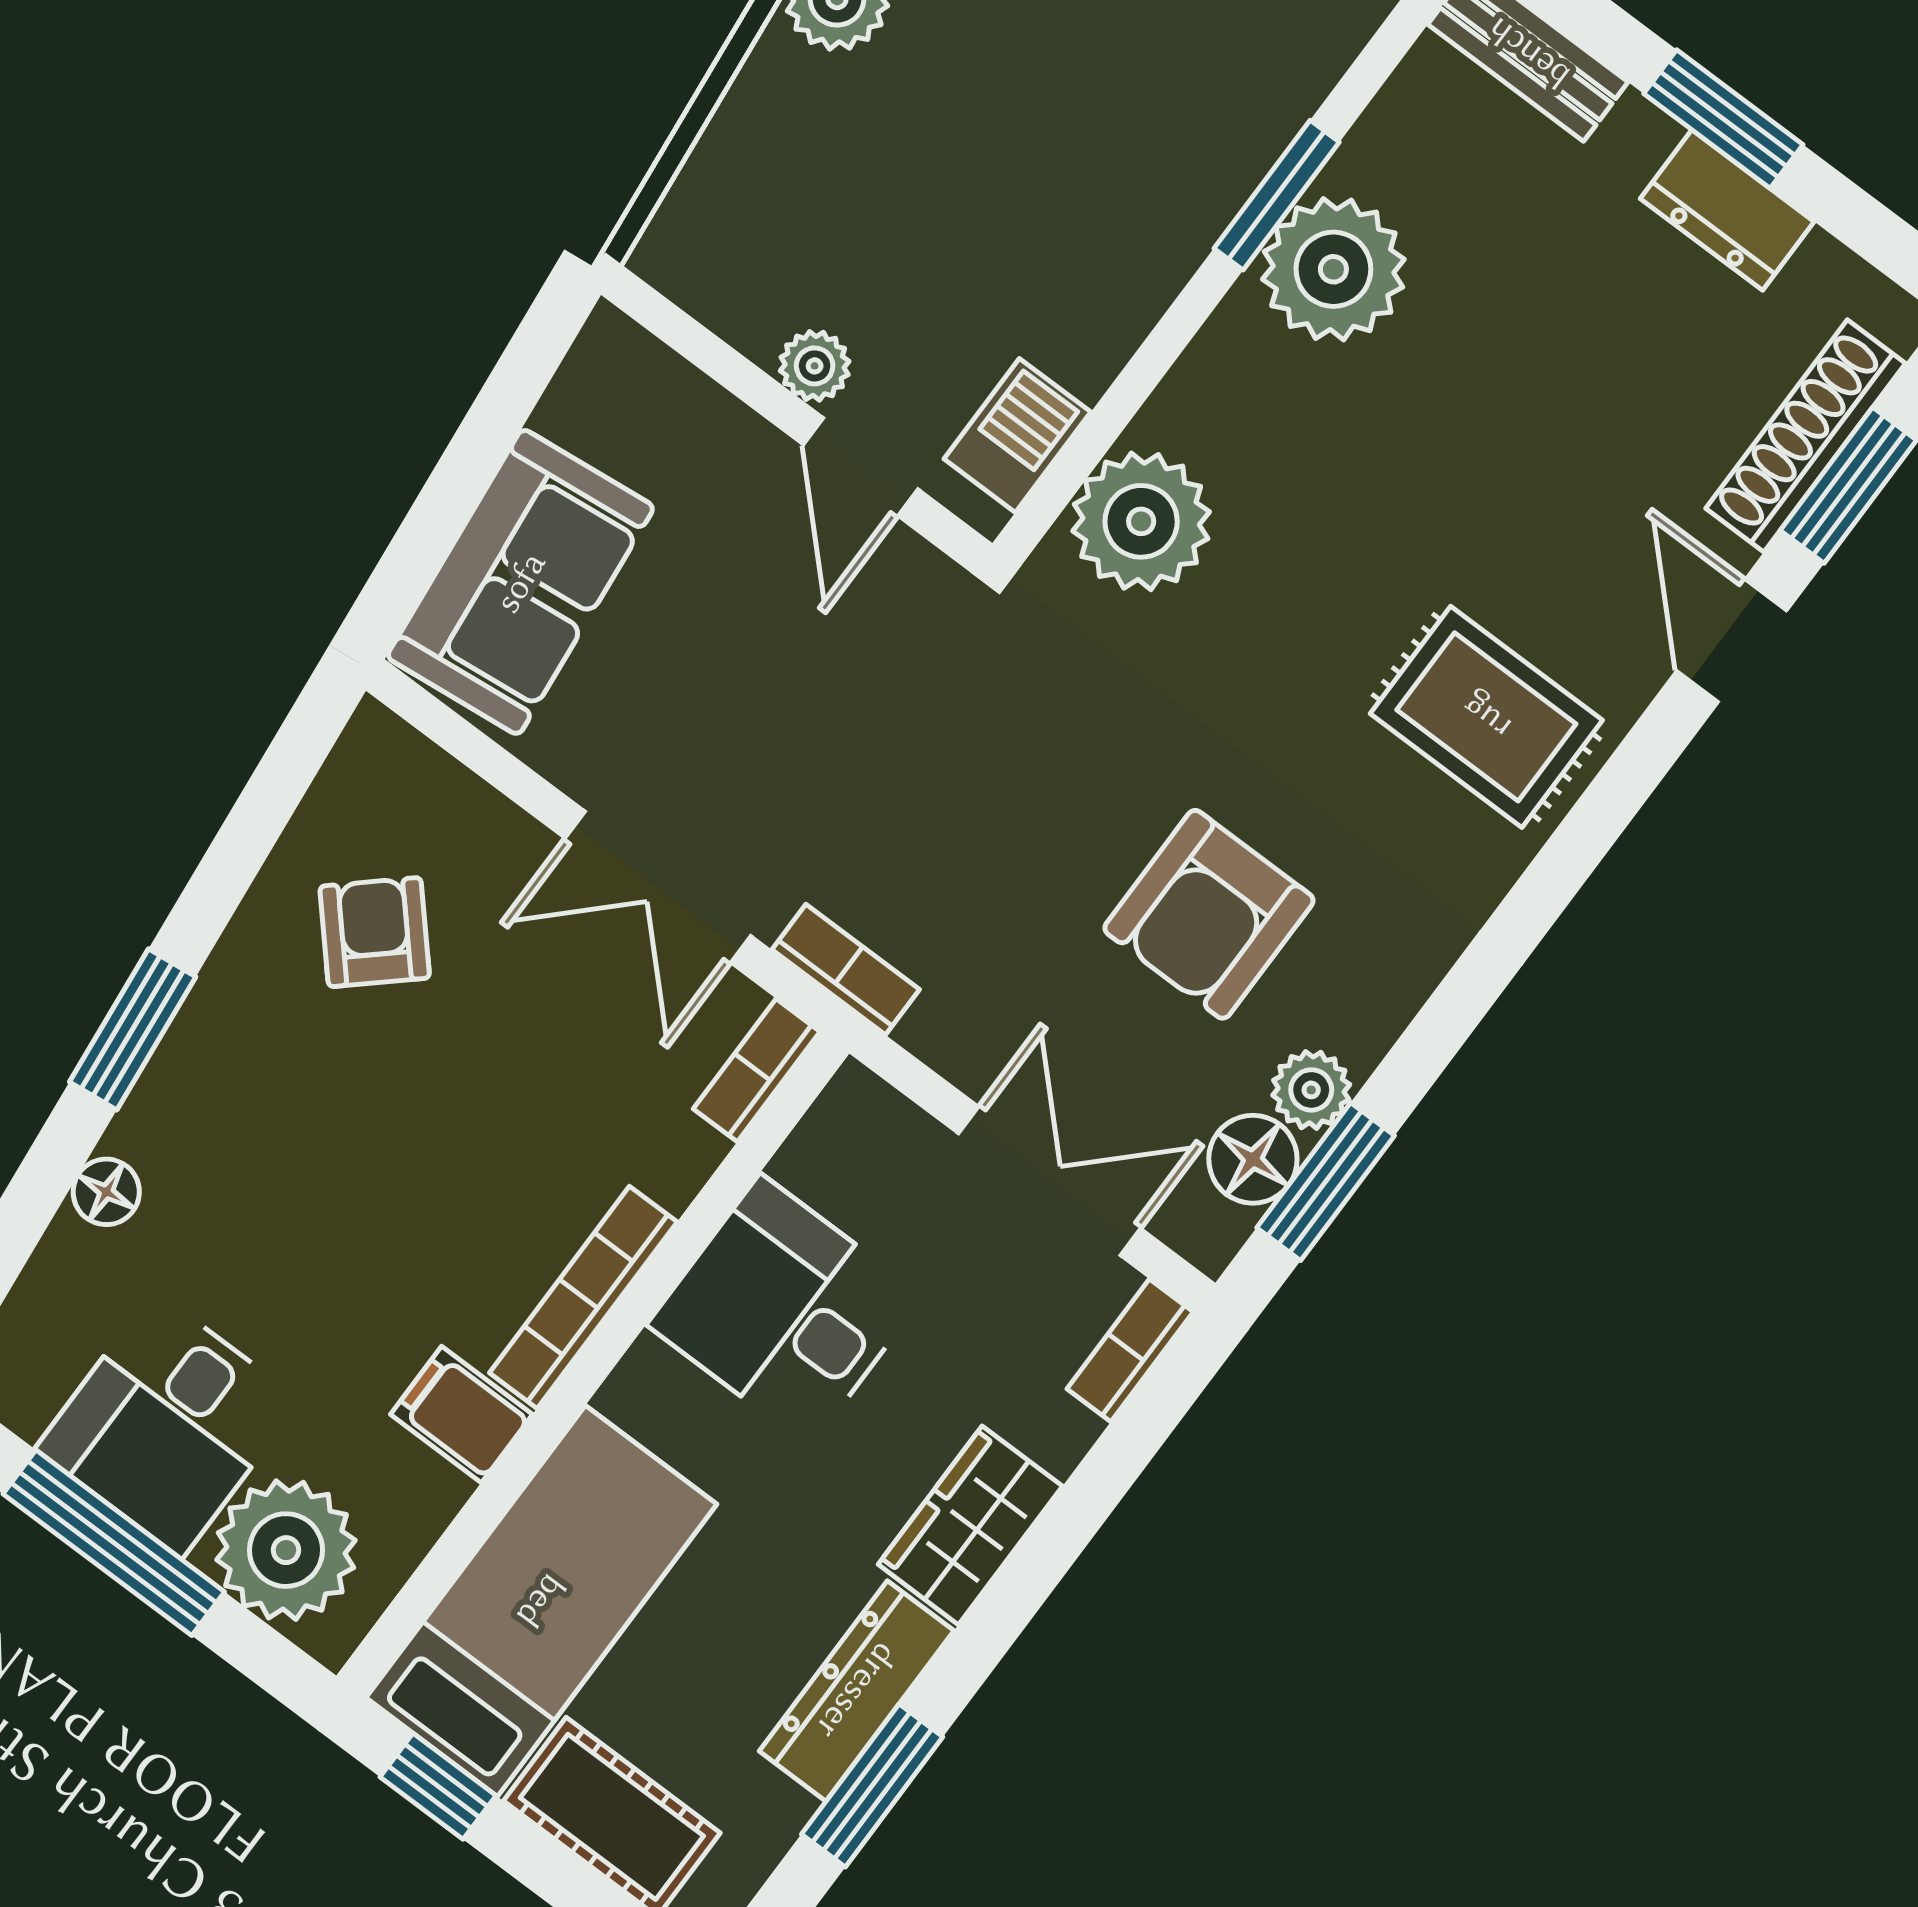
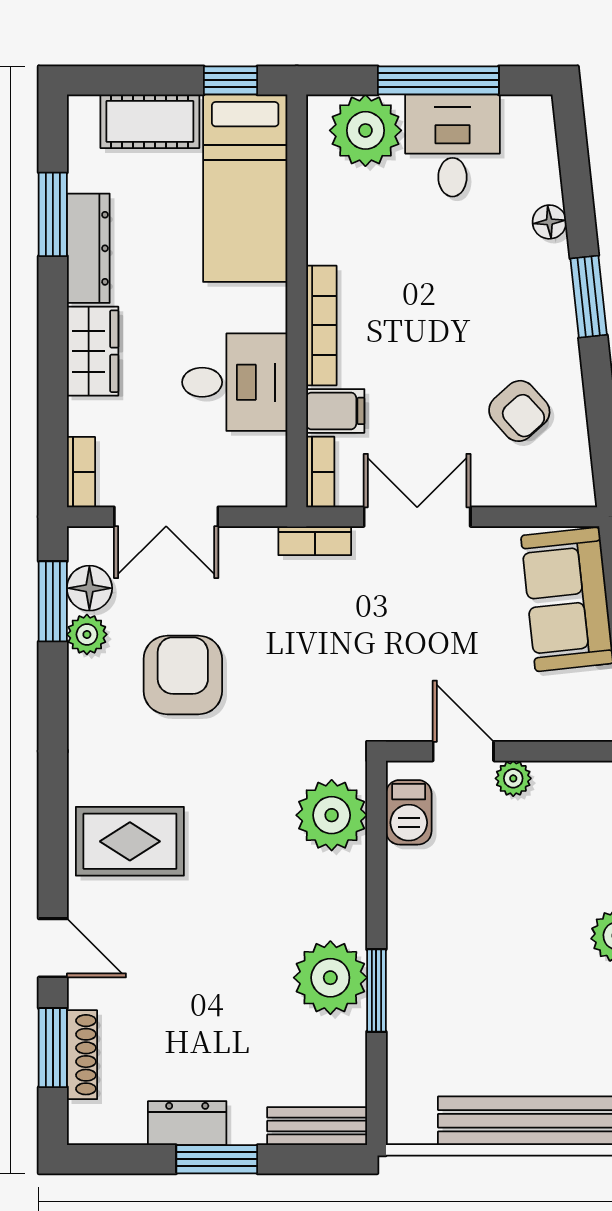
shoe rack: (1806, 436) -> (82, 1055), width x0.74, depth x0.81
filing cabinet: (462, 1414) -> (335, 411), moved

